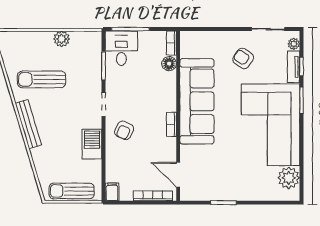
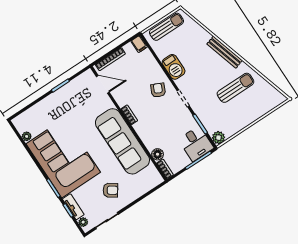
plant: (62, 39) -> (219, 138), moved
plant: (289, 178) -> (27, 136), width x0.53, depth x0.53

